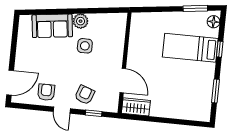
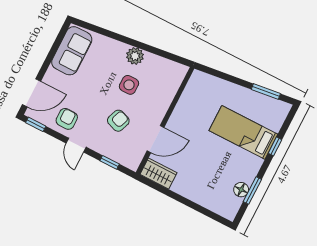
floor lamp: (214, 22) -> (241, 190), moved
sofa: (52, 26) -> (72, 51), moved, turned -83
door: (123, 81) -> (155, 139), hinge flipped
armchair: (85, 95) -> (118, 121), moved
window: (23, 106) -> (36, 124), added

